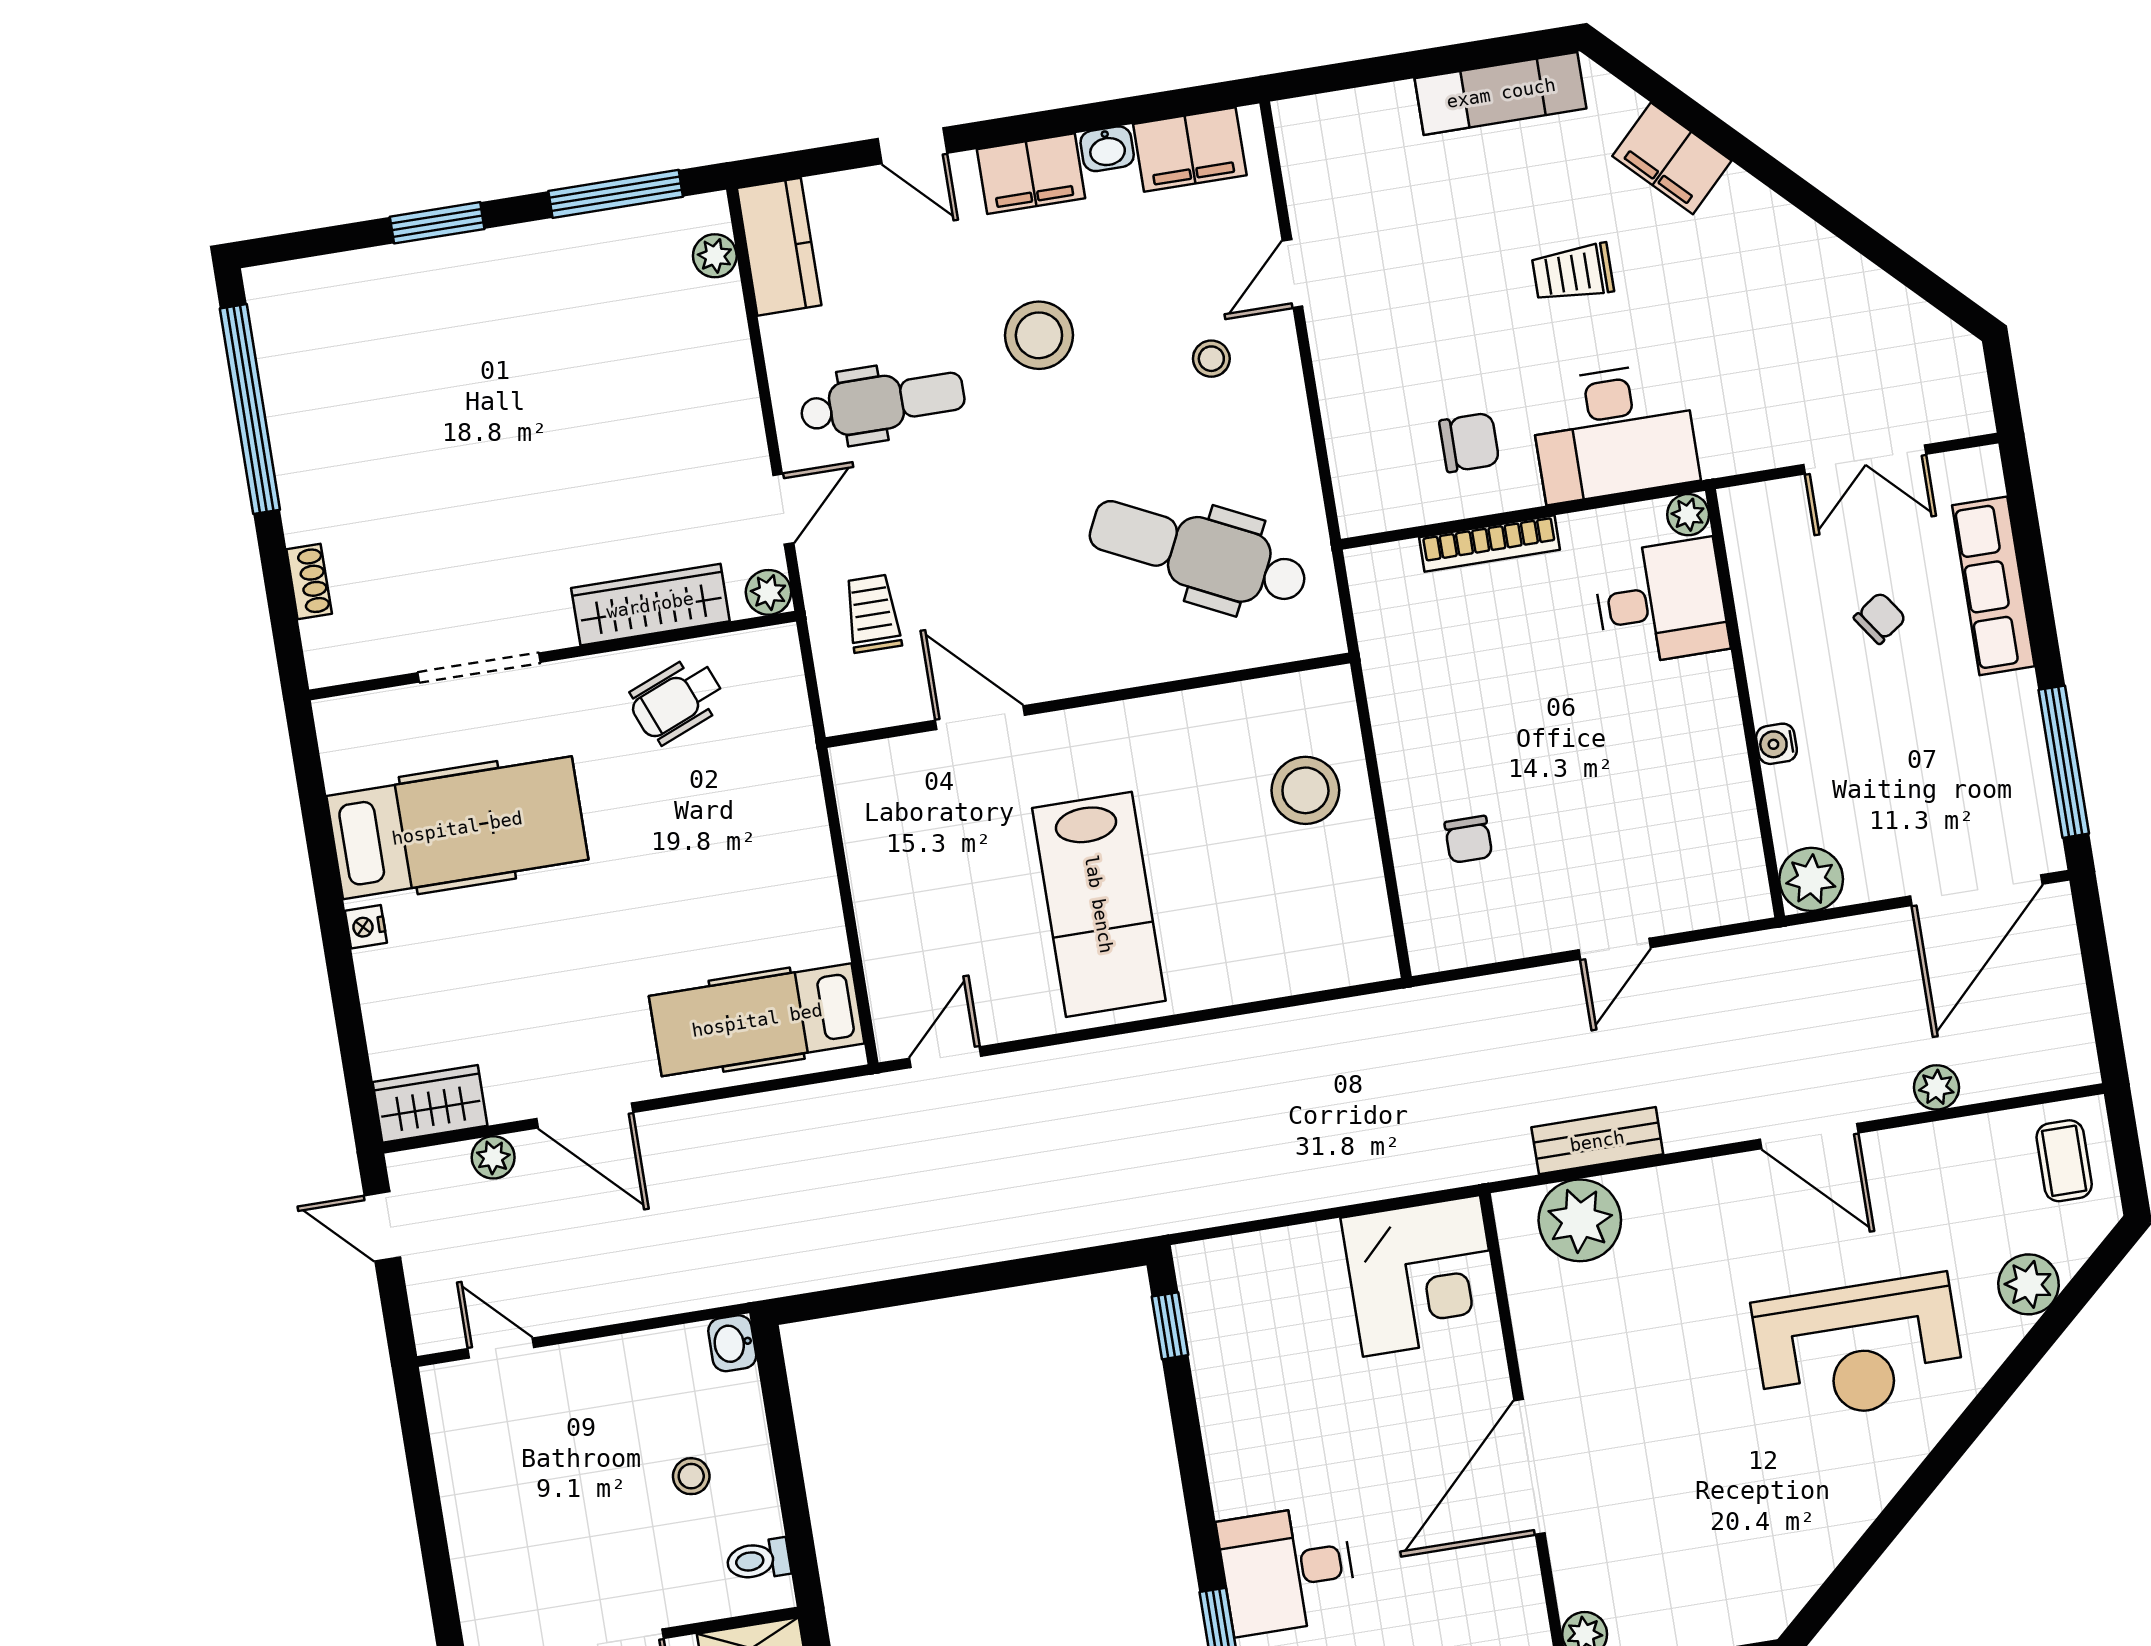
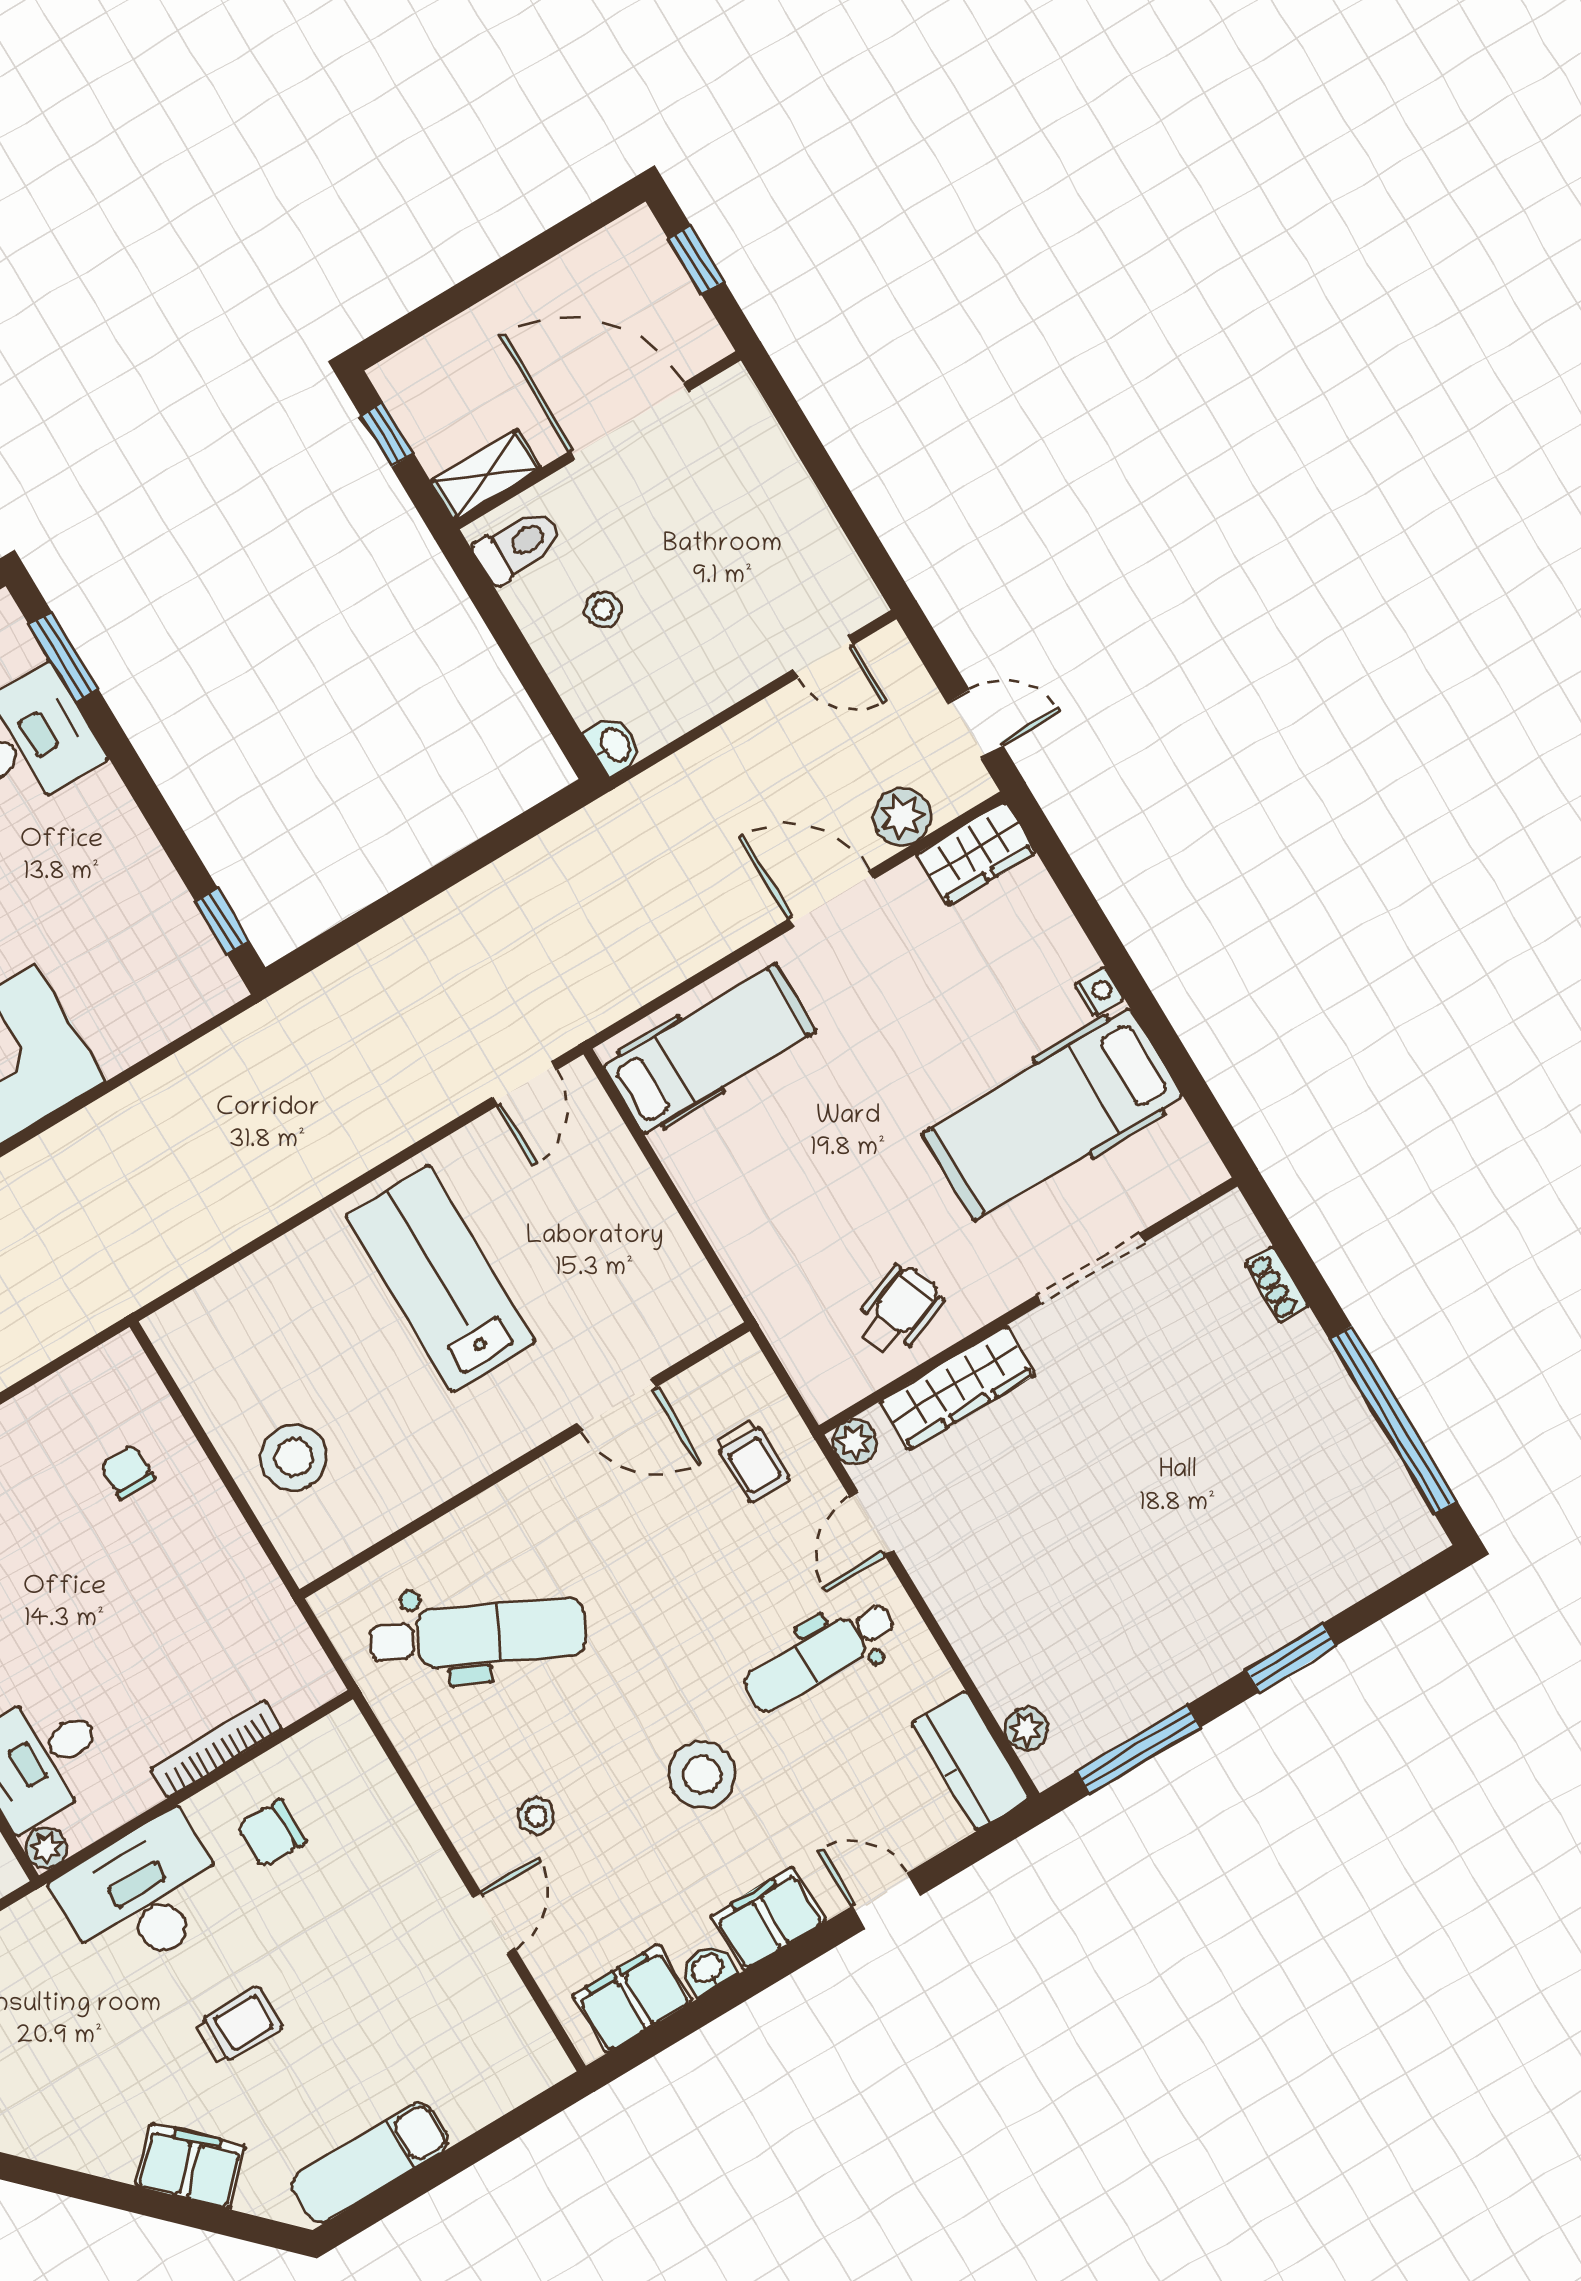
plant: (493, 1157) -> (902, 817), width x1.38, depth x1.38
toilet: (758, 1560) -> (518, 546), width x1.37, depth x1.39

